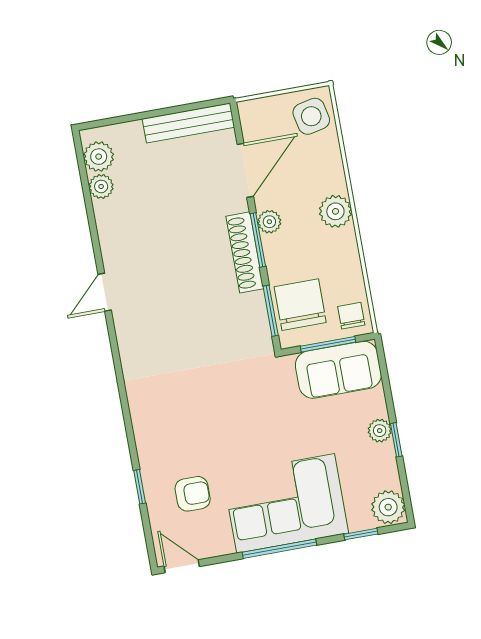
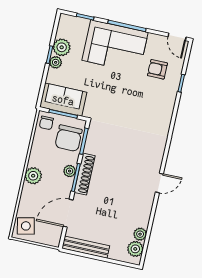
plant: (269, 222) -> (70, 171), moved
plant: (388, 507) -> (62, 47), moved

